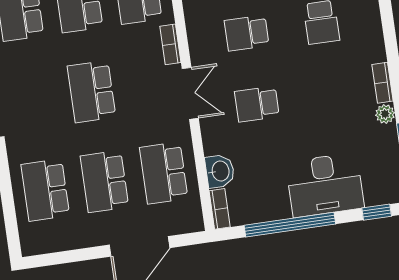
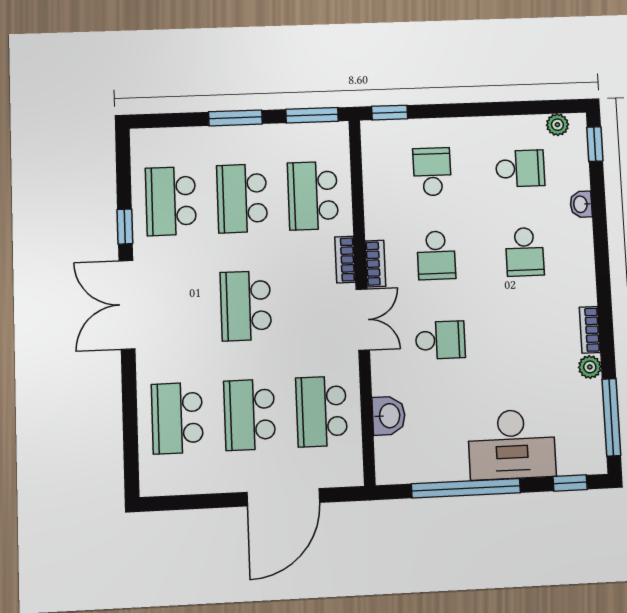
school desk: (247, 33) -> (436, 255), turned -90
school desk: (257, 104) -> (440, 340), turned 180
bookcase: (220, 209) -> (375, 264), moved

